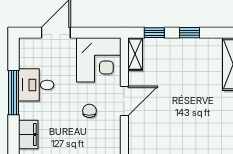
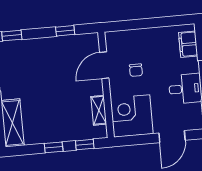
shelving: (135, 54) -> (99, 110), moved
door: (124, 101) -> (104, 65), moved

